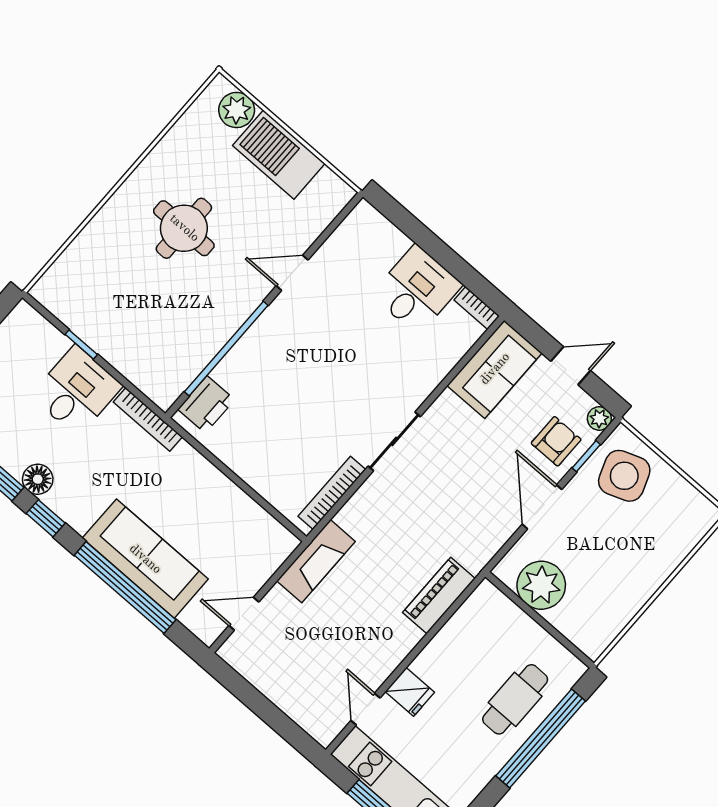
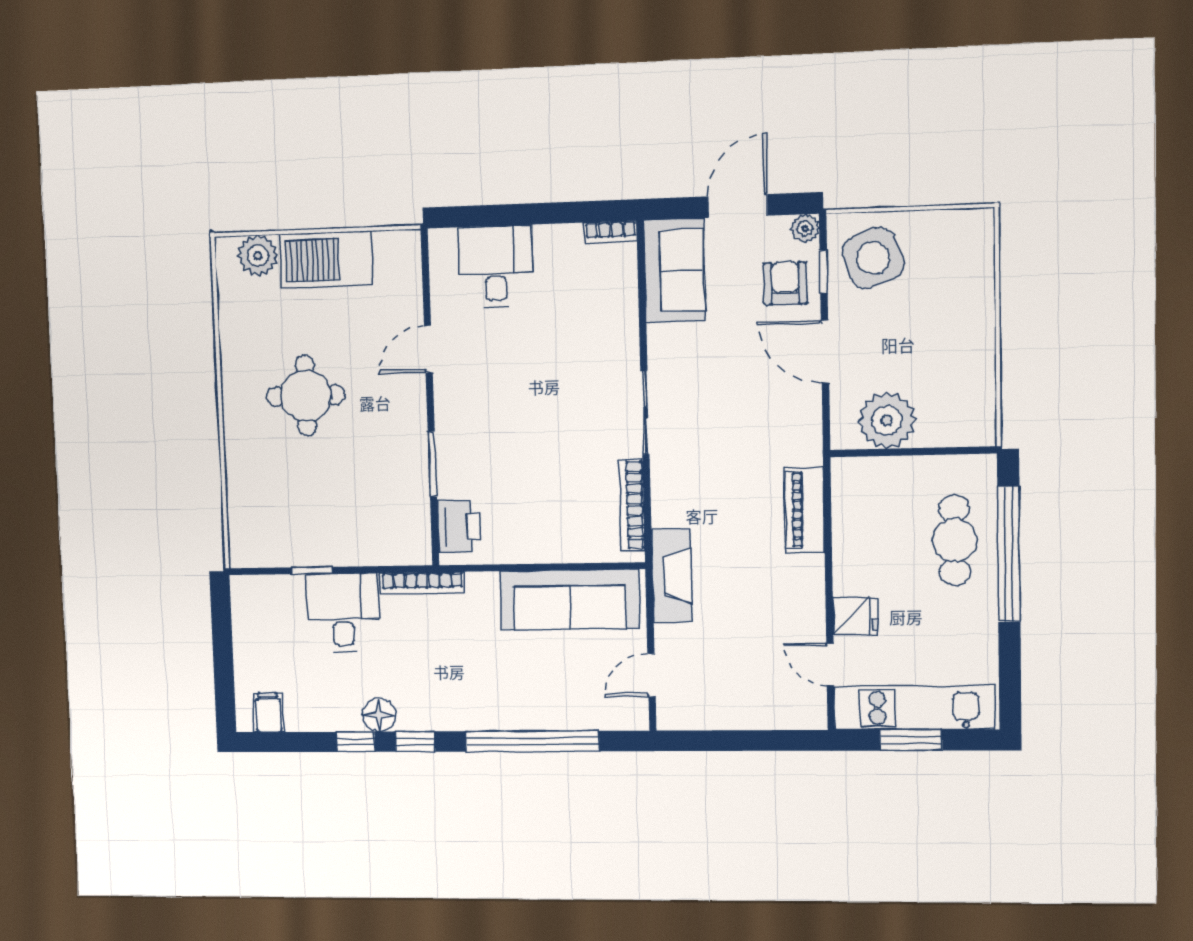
desk: (417, 290) -> (495, 267), moved
window: (226, 349) -> (432, 464), width x0.47
door: (571, 366) -> (738, 206), width x1.38
sofa: (145, 559) -> (570, 600), moved, turned 180

